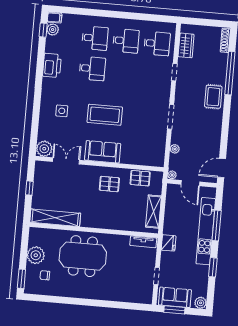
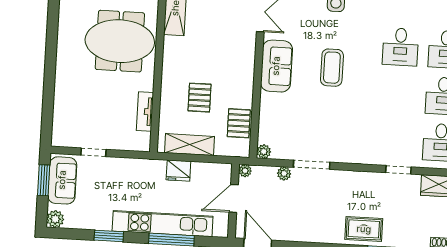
coffee table: (105, 115) -> (332, 68), width x0.73, depth x0.76
doorway: (171, 117) -> (312, 165), moved
plant: (160, 162) -> (264, 152), added
pallet: (109, 184) -> (200, 98), moved
tv unit: (143, 242) -> (145, 111), moved
fridge: (169, 243) -> (178, 171), moved
meeting table: (83, 256) -> (120, 41), turned 90

